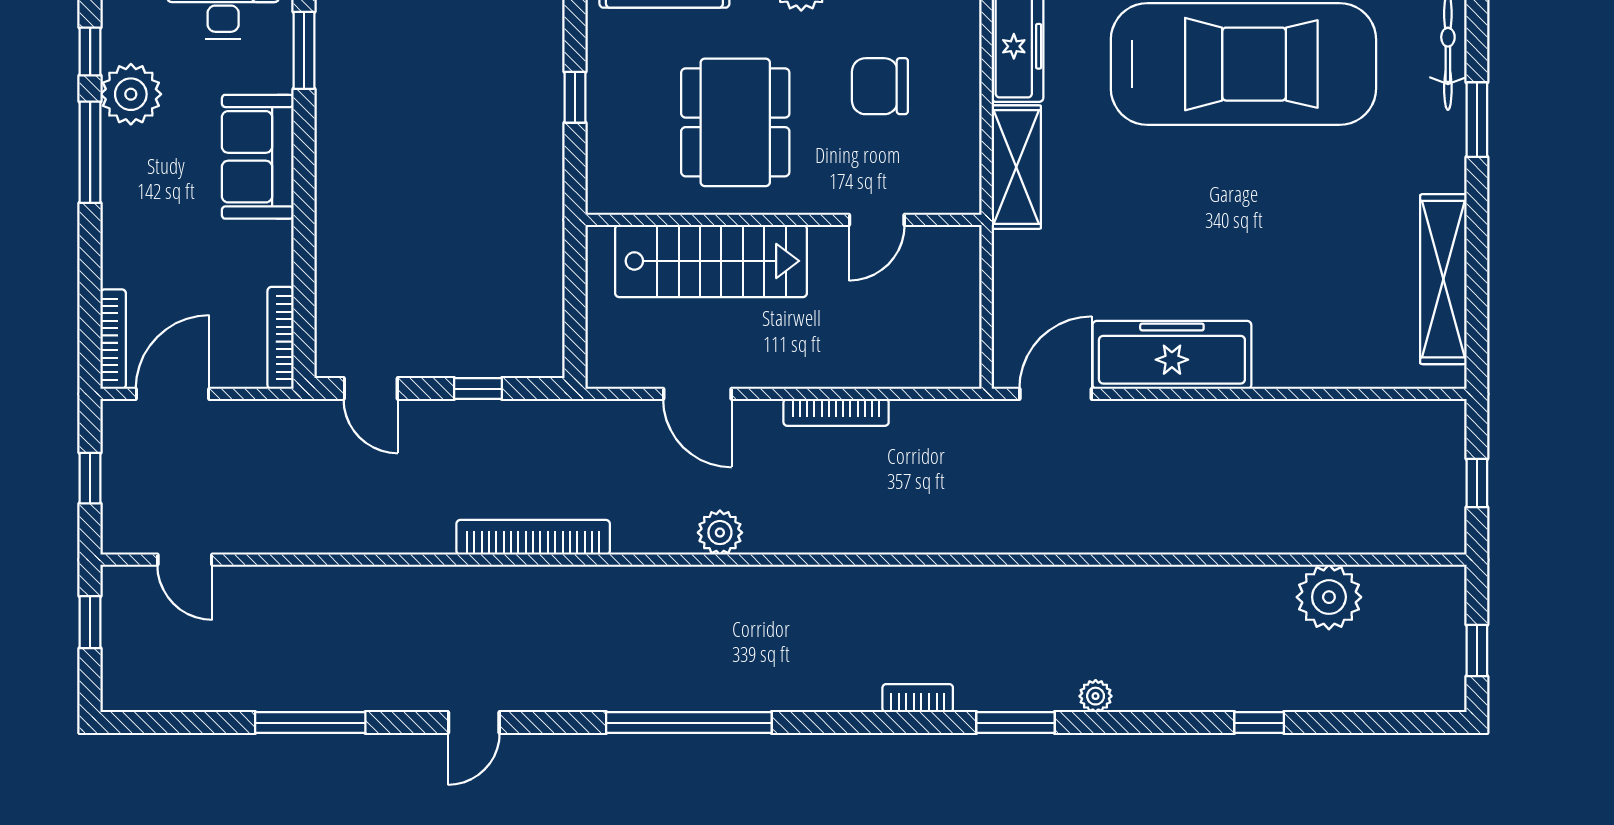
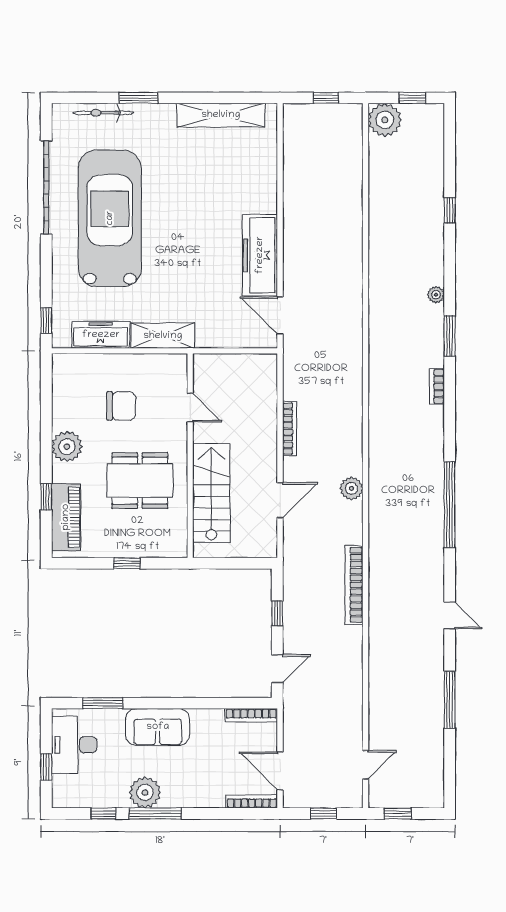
chair: (880, 86) -> (121, 406), turned -90
plant: (131, 94) -> (145, 792), moved
plant: (1329, 597) -> (385, 120), moved

